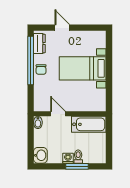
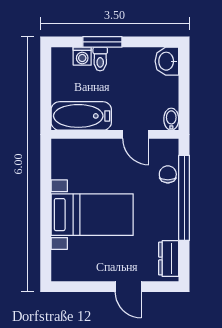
window: (31, 61) -> (184, 198), moved
chair: (41, 69) -> (168, 174), moved
washing machine: (68, 158) -> (82, 56), moved

